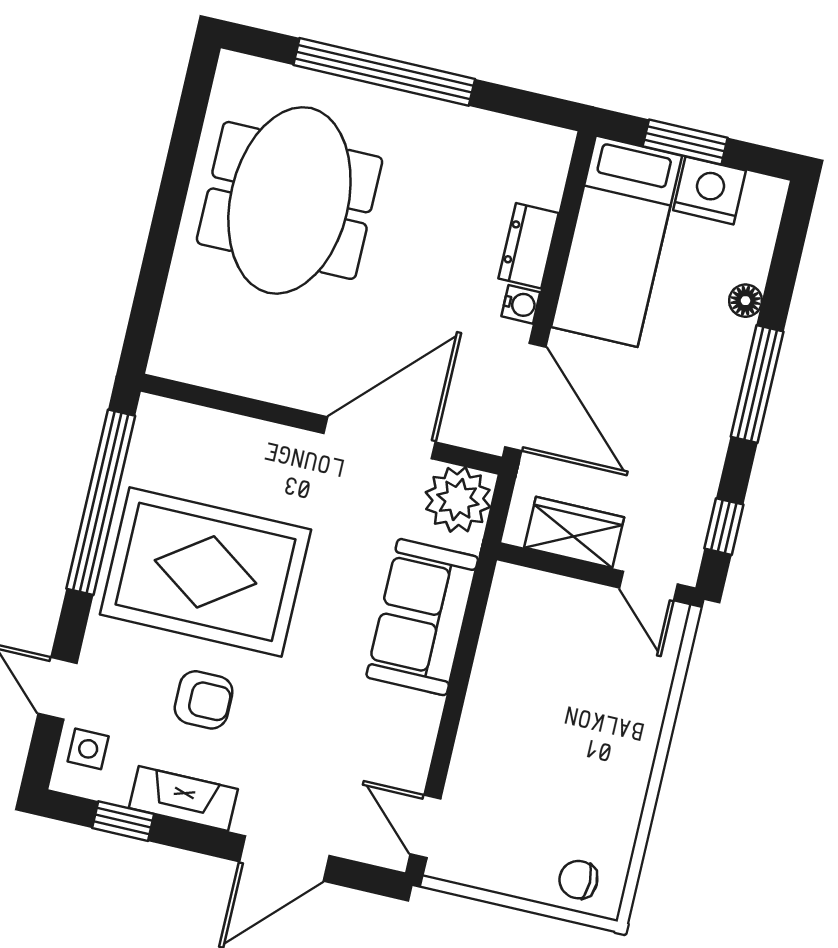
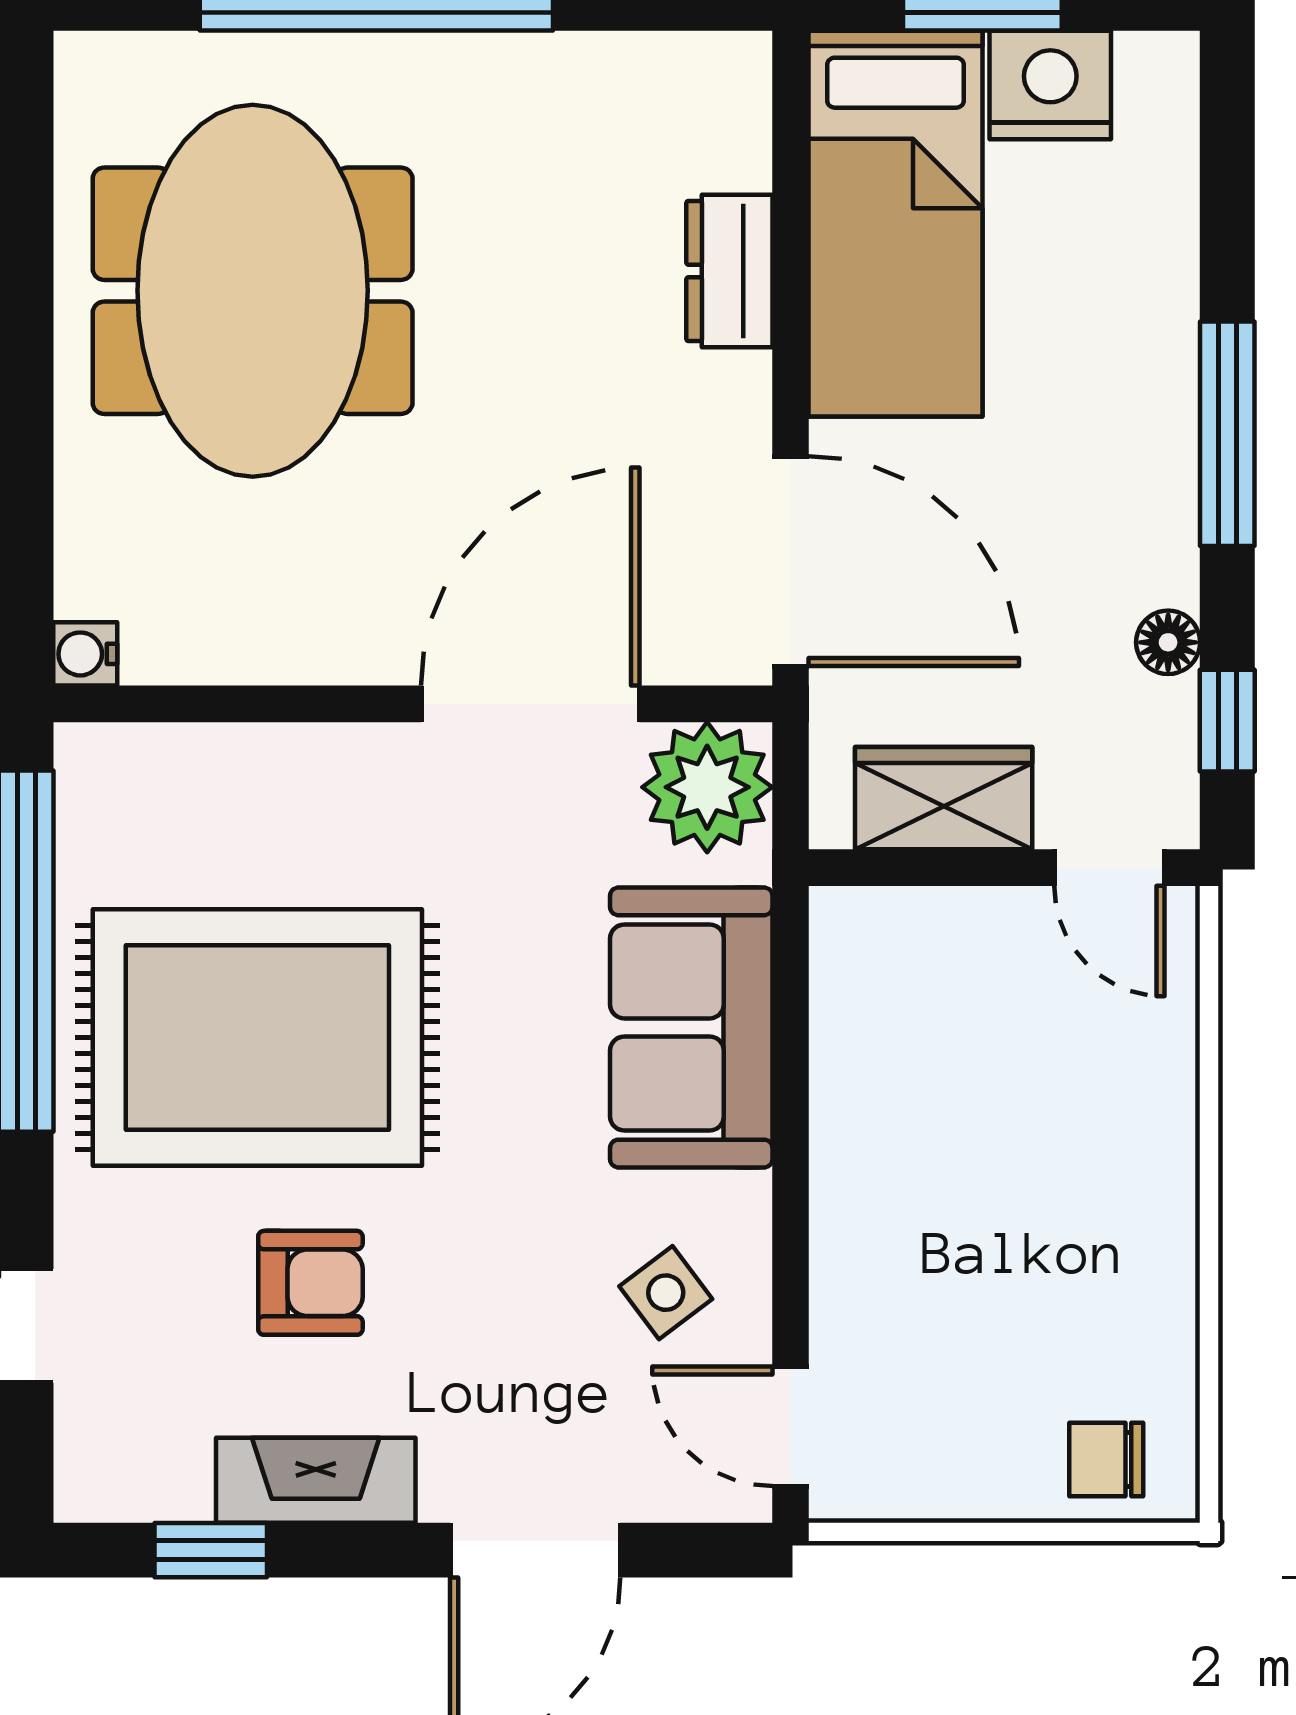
floor lamp: (745, 301) -> (1168, 642), moved
water cooler: (521, 304) -> (85, 654), moved, turned 180
side table: (88, 749) -> (666, 1293), moved, turned -37

